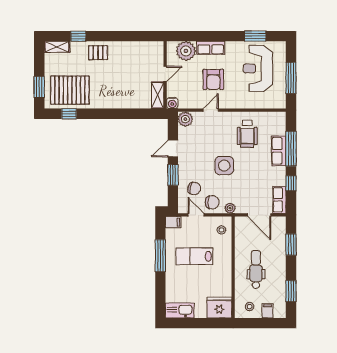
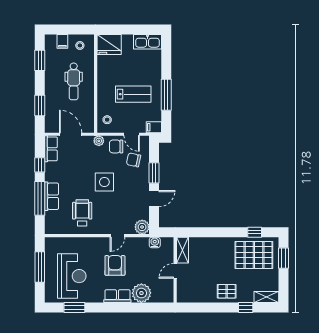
door: (165, 74) -> (175, 271), moved
wall: (165, 75) -> (175, 270), moved
shelving: (158, 95) -> (182, 250), moved

